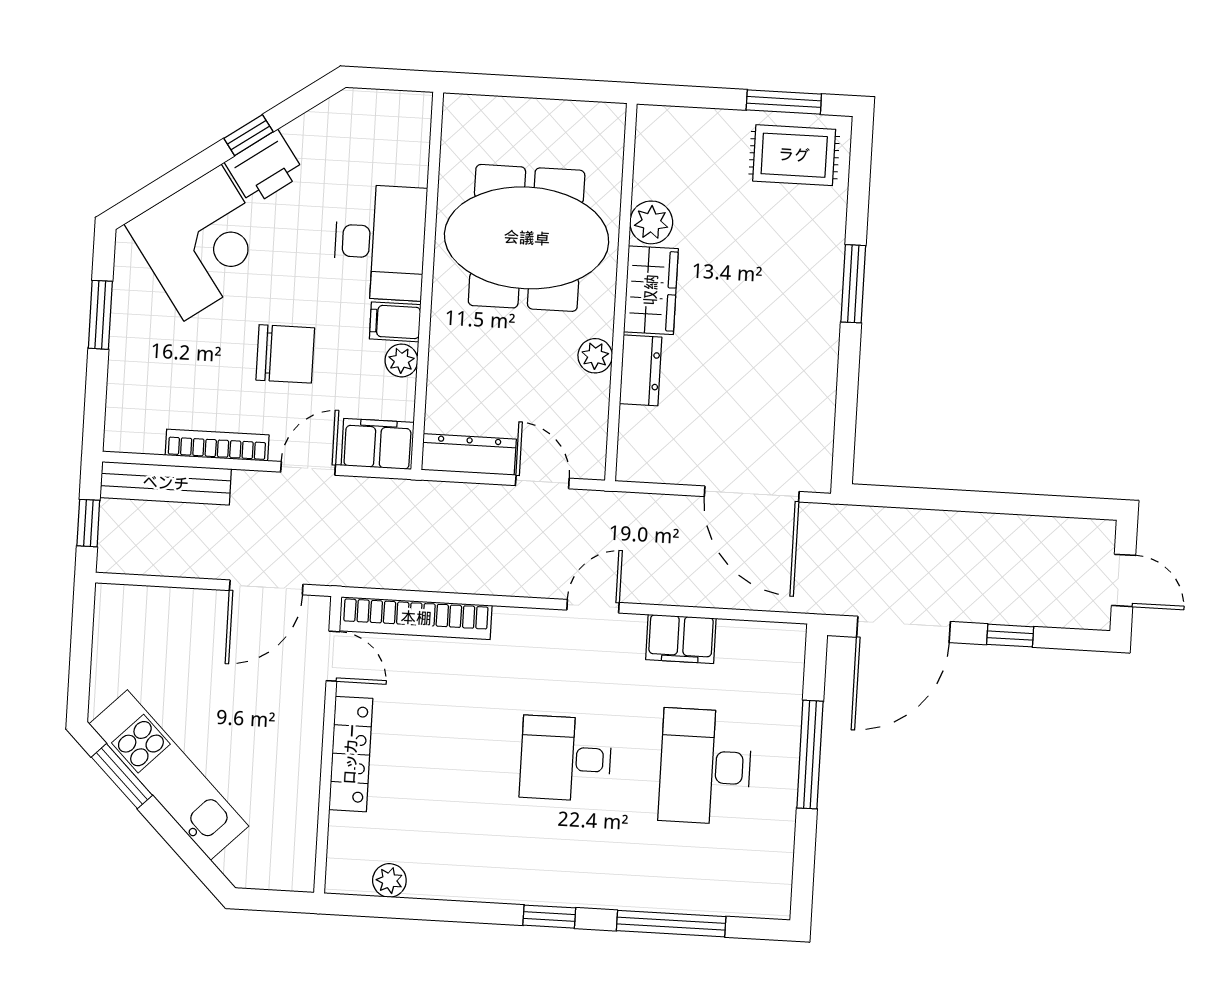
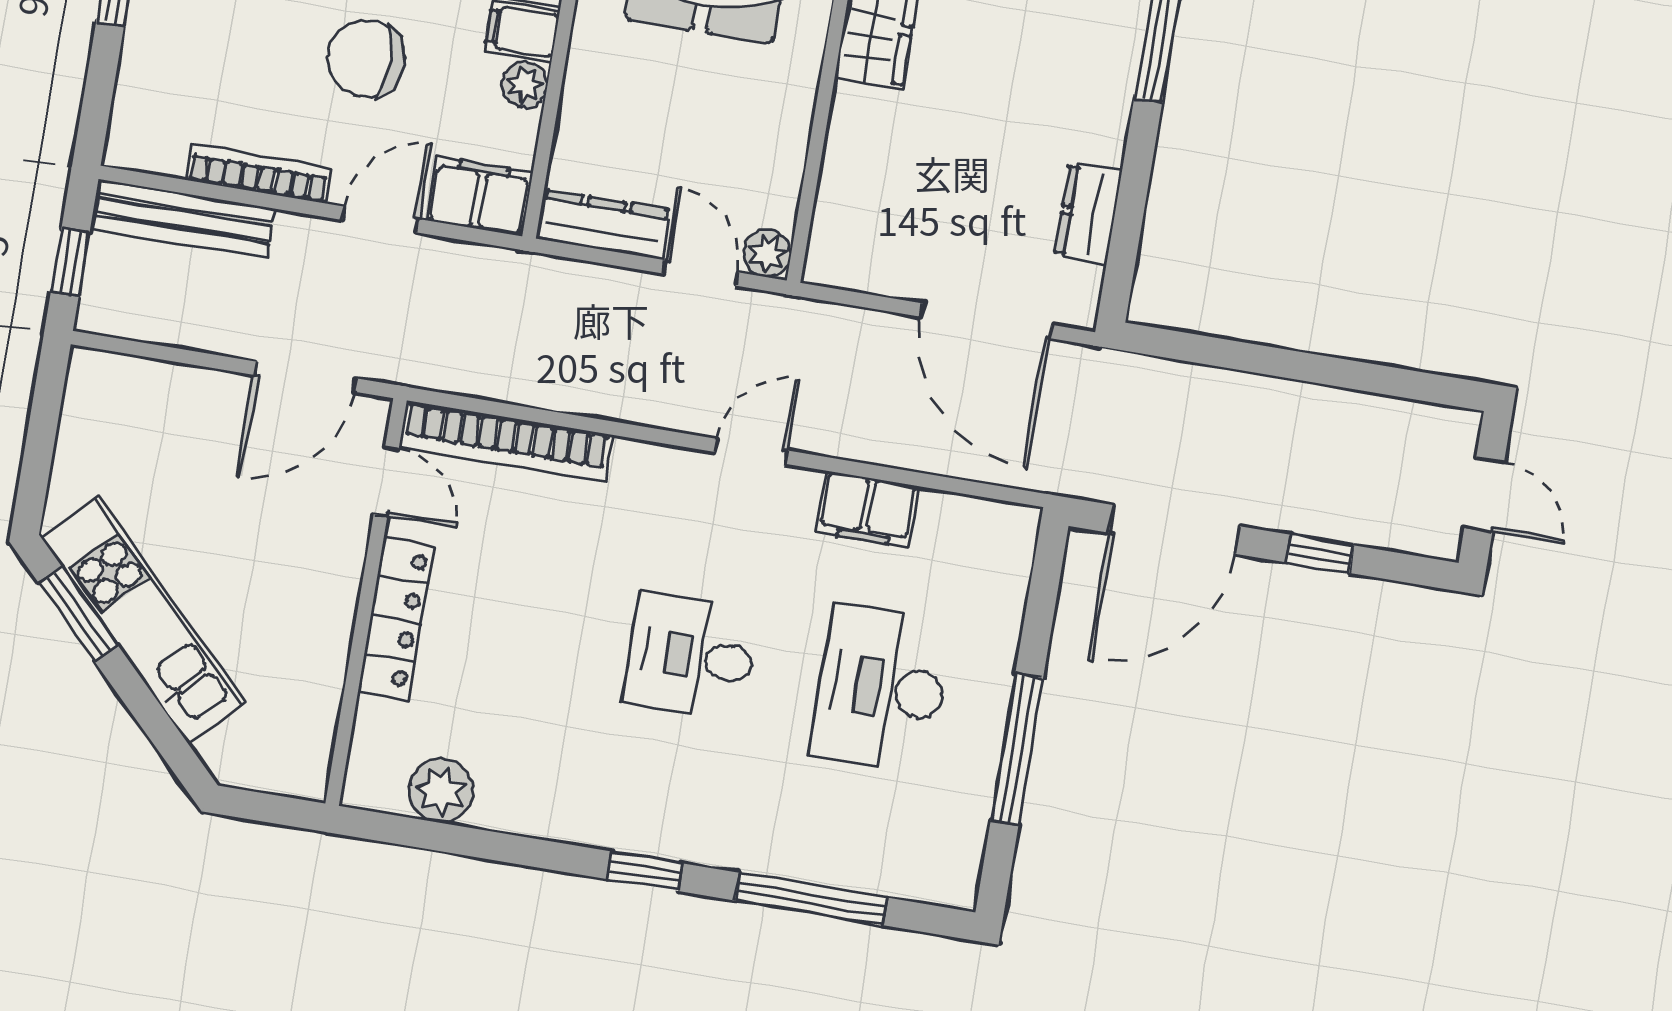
chair: (285, 354) -> (366, 59), turned 180
plant: (595, 356) -> (767, 253), moved
dresser: (641, 370) -> (1088, 213), moved, turned 180
window: (810, 755) -> (1017, 749), moved
plant: (389, 880) -> (441, 791), width x1.38, depth x1.38

